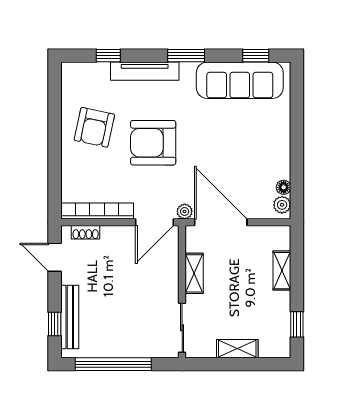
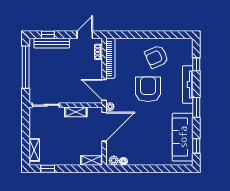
armchair: (94, 127) -> (157, 57), turned -36
shelving: (282, 271) -> (92, 160), moved
shelving: (237, 349) -> (34, 150), moved

